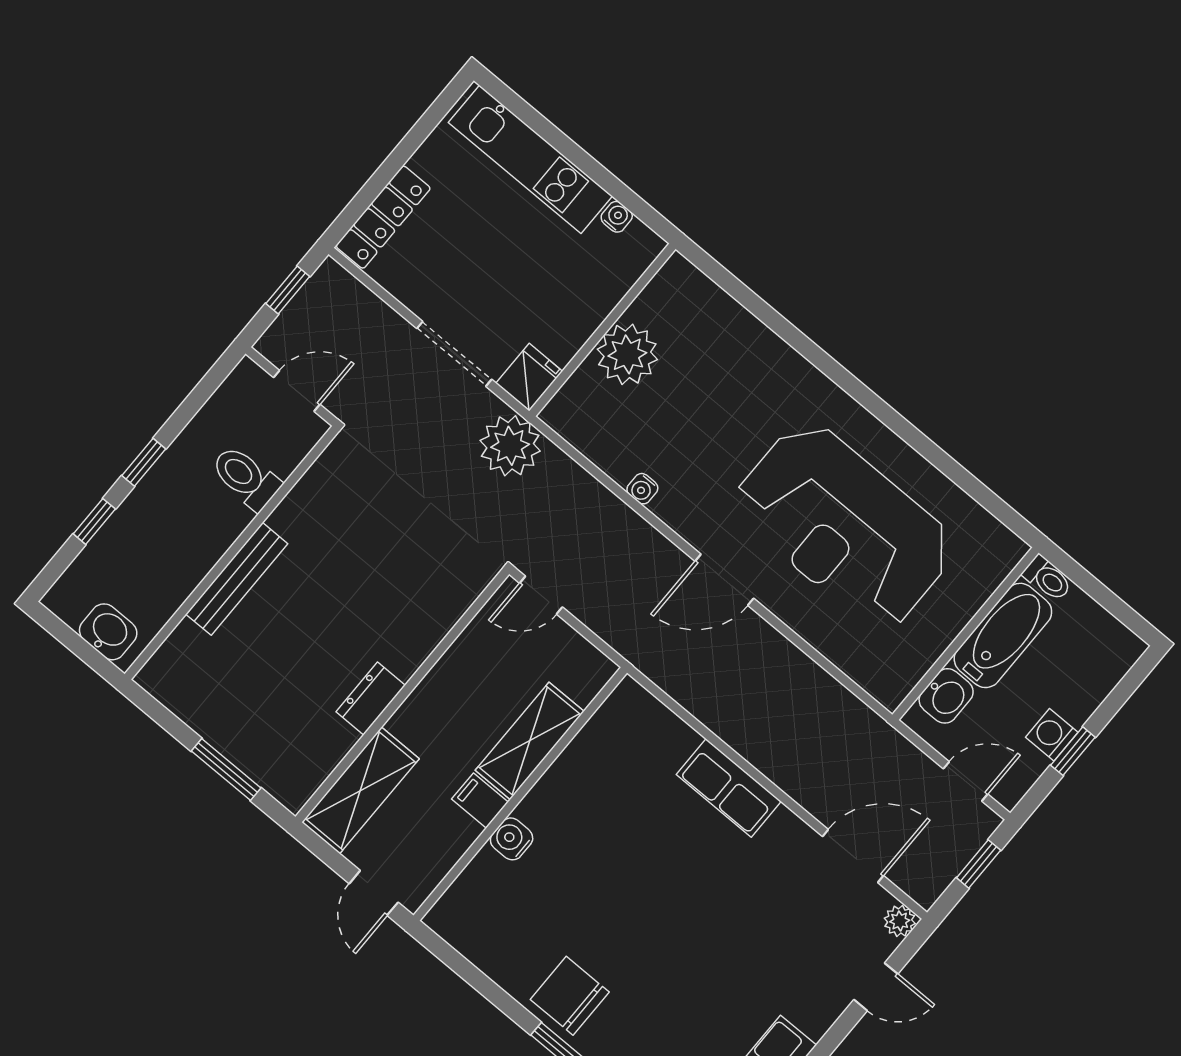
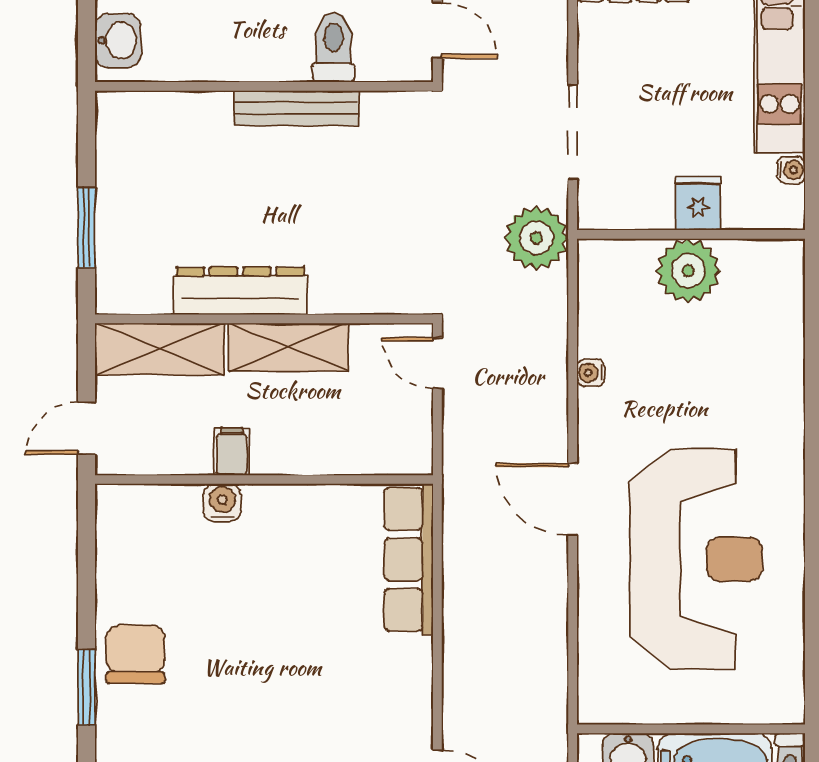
fridge: (529, 377) -> (698, 203), moved, turned -90
reception desk: (844, 526) -> (696, 559), turned 180
bench: (237, 579) -> (296, 108), moved
dresser: (371, 699) -> (240, 291), width x1.96, depth x1.24
shelving: (530, 741) -> (288, 347), moved
row of seats: (729, 788) -> (409, 559), moved, width x1.48

